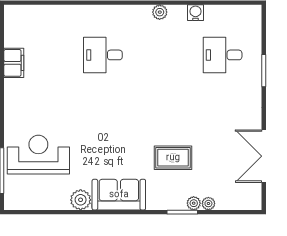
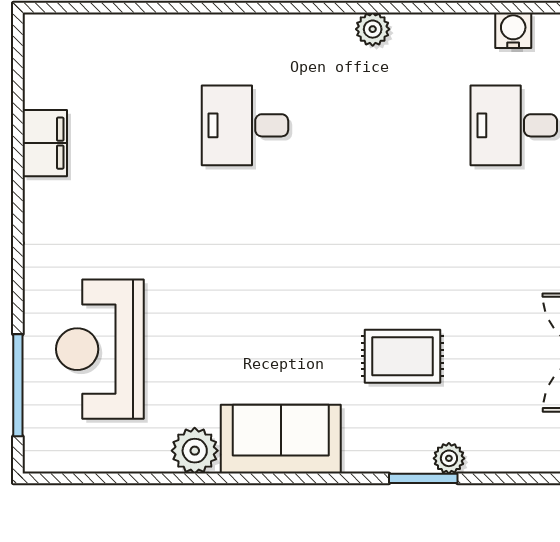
water cooler: (196, 13) -> (513, 30), moved
reception desk: (38, 155) -> (100, 349), turned -90
plant: (208, 204) -> (482, 459), removed

